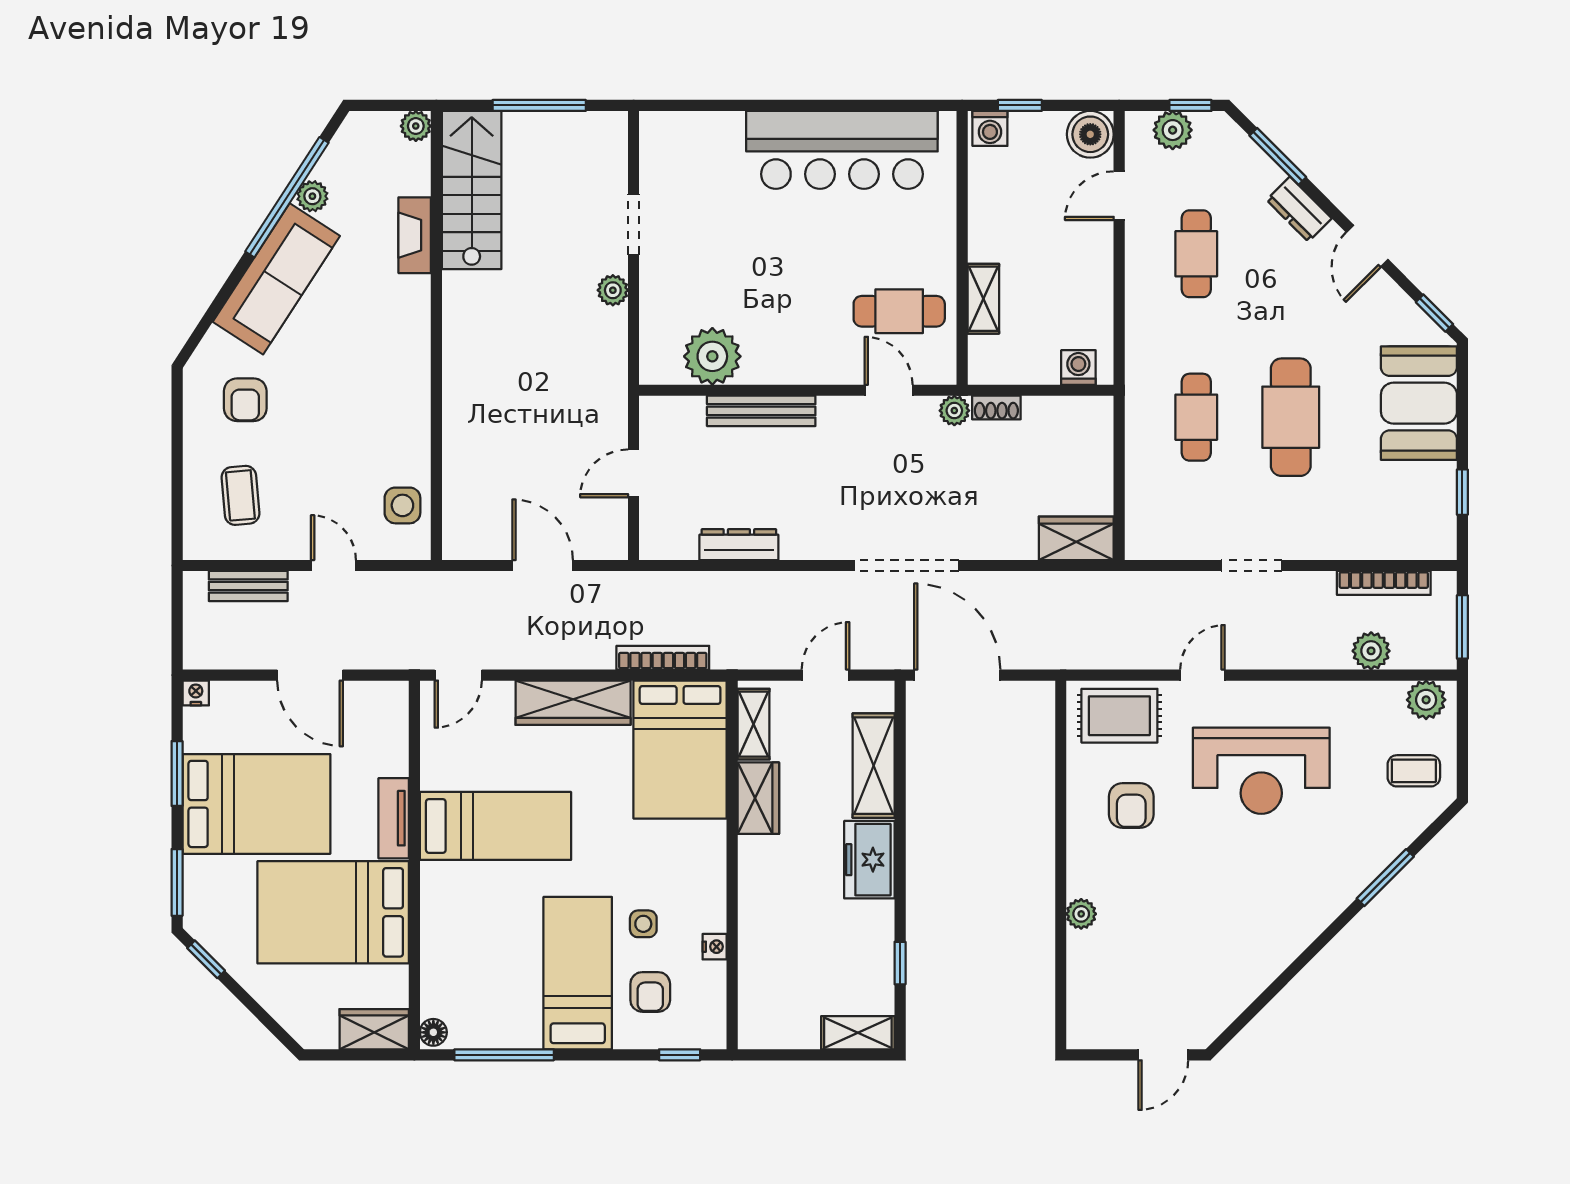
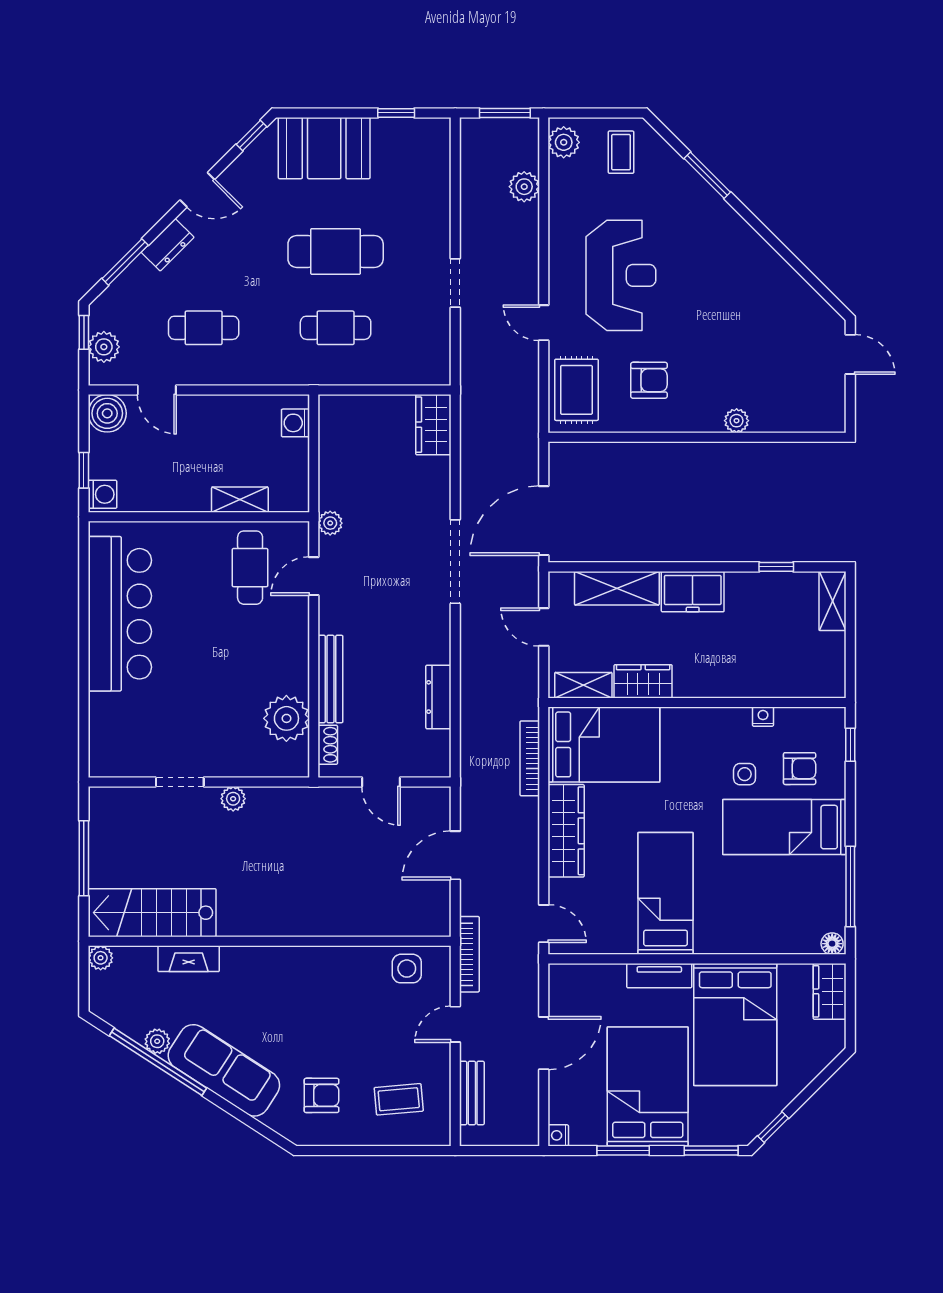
shoe rack: (996, 408) -> (328, 745), moved
bookcase: (1384, 583) -> (469, 954), moved

